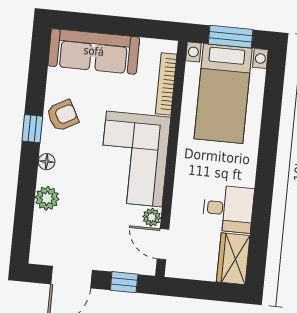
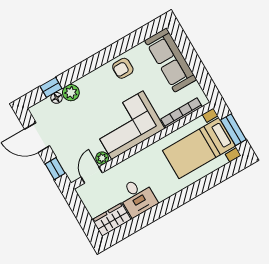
armchair: (63, 115) -> (123, 68), turned 118
window: (32, 129) -> (51, 87), moved
floor lamp: (47, 162) -> (56, 98), moved

